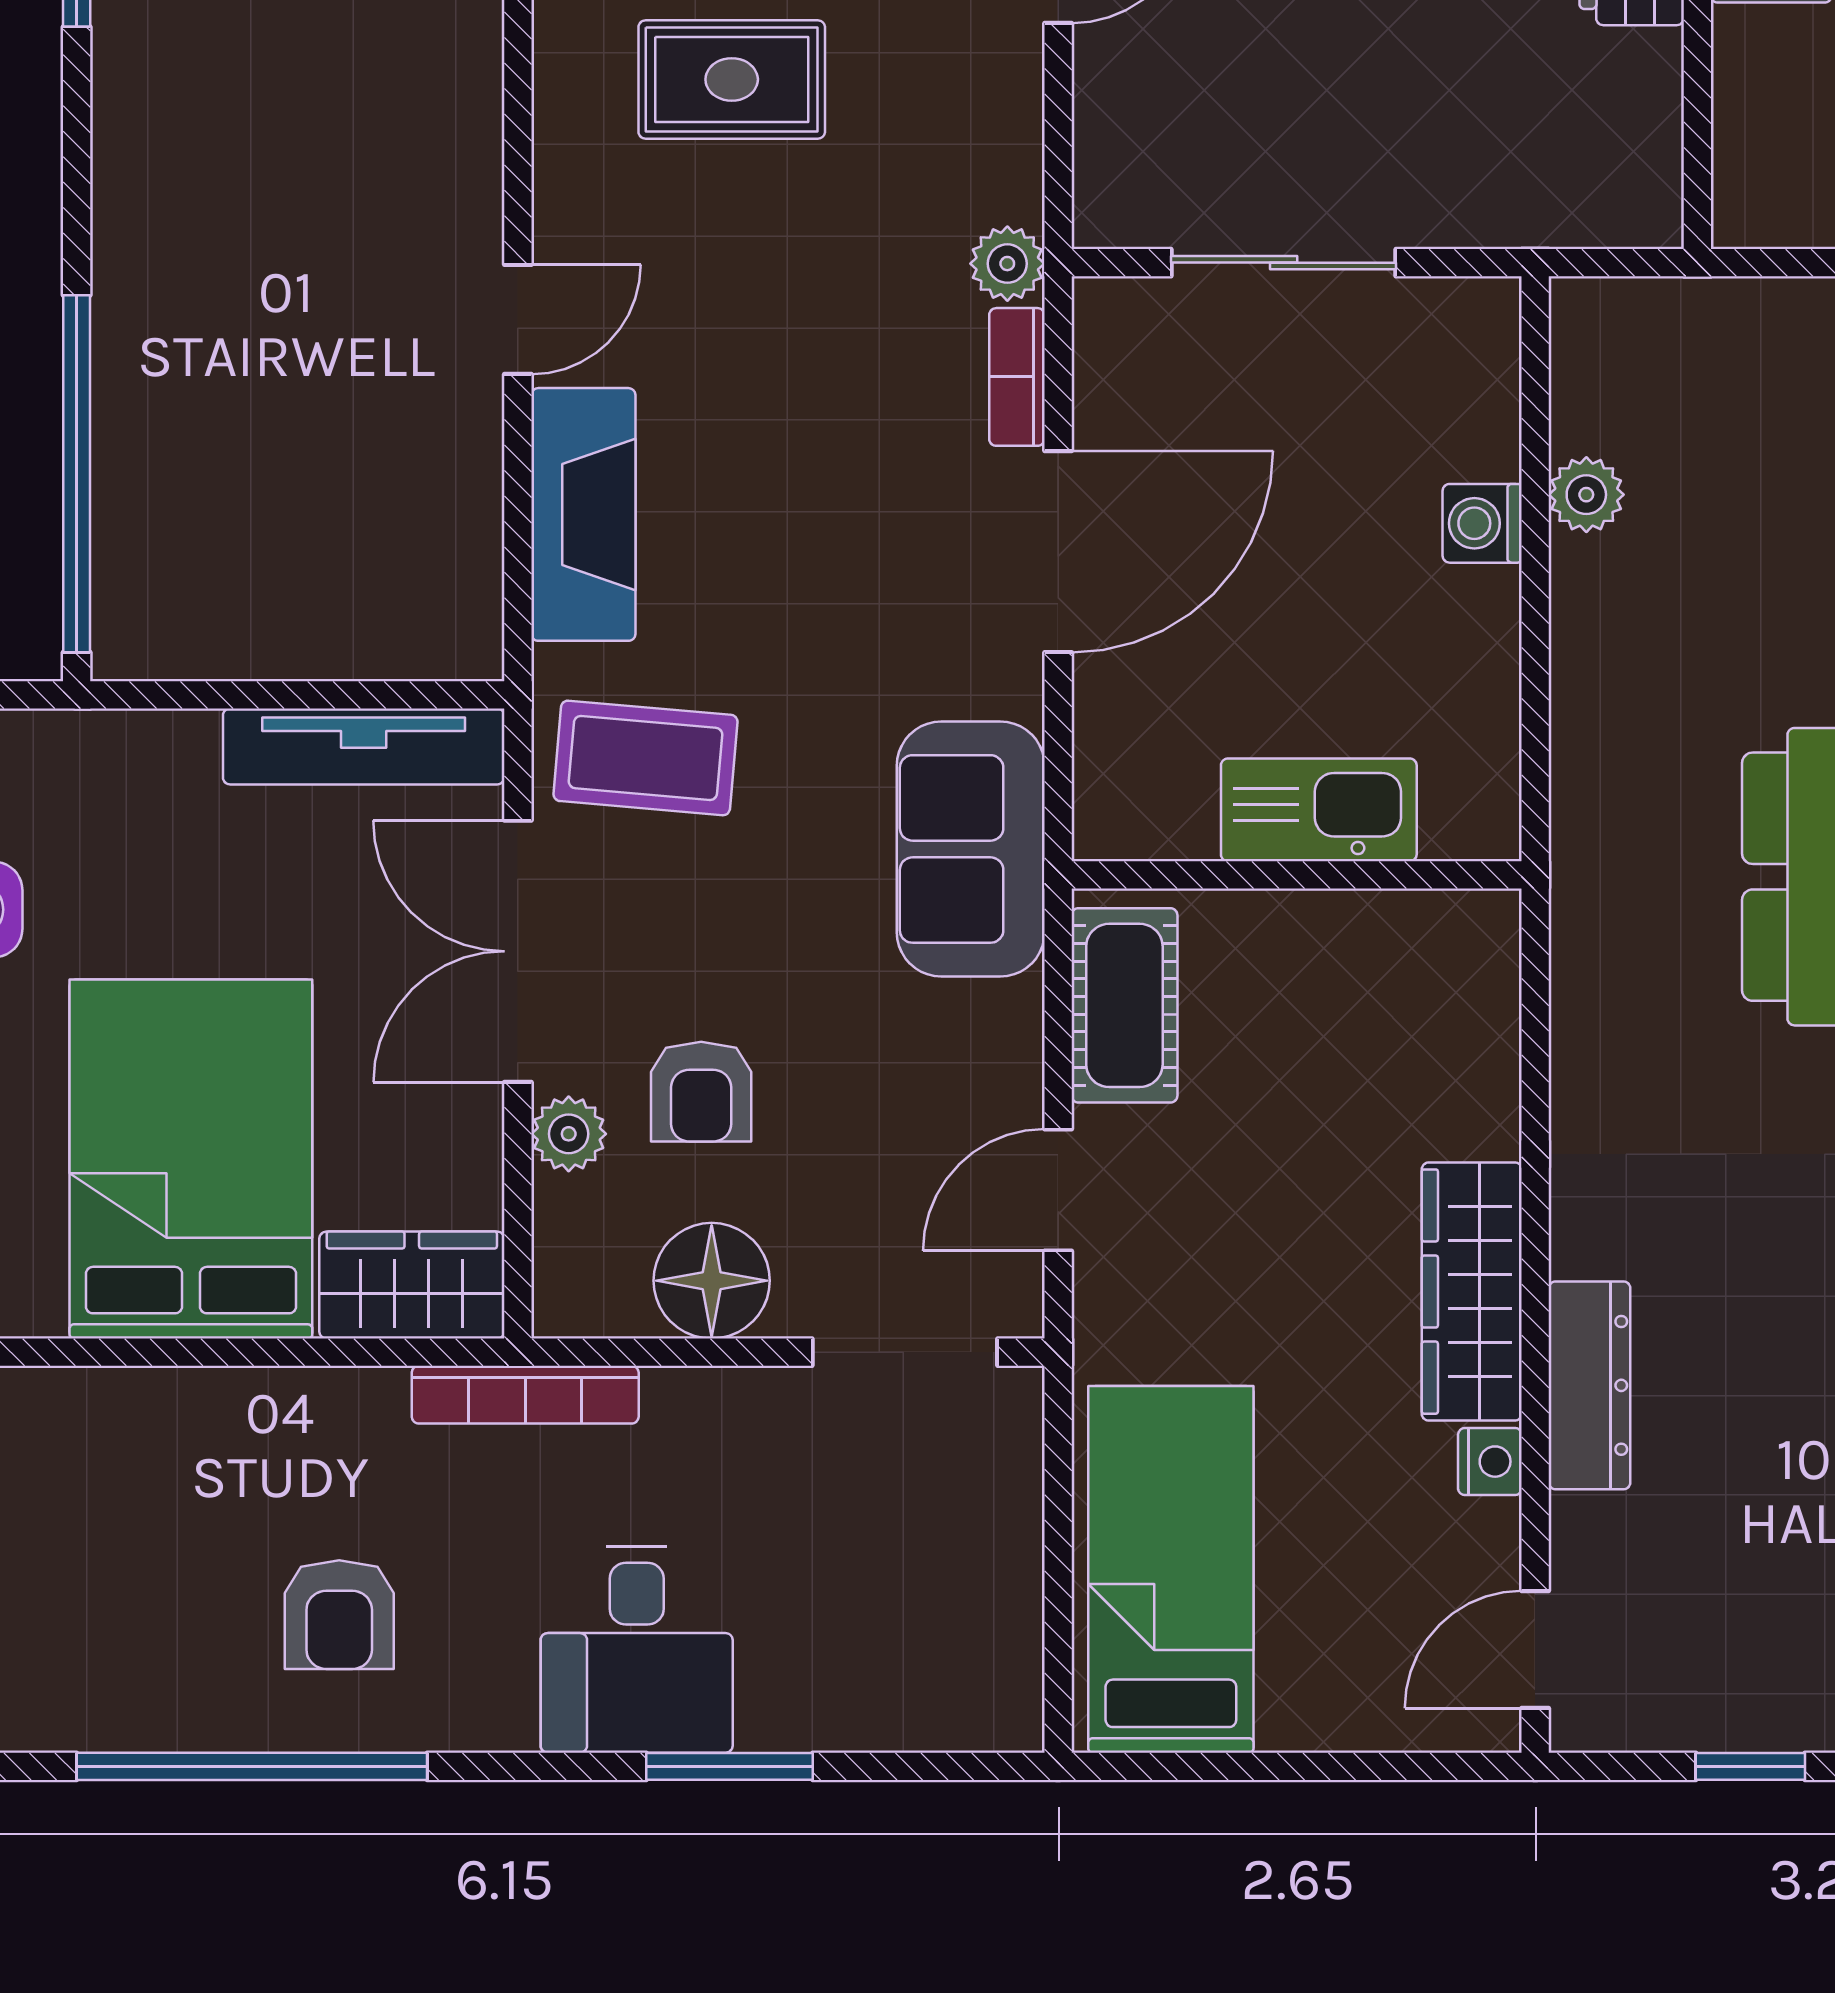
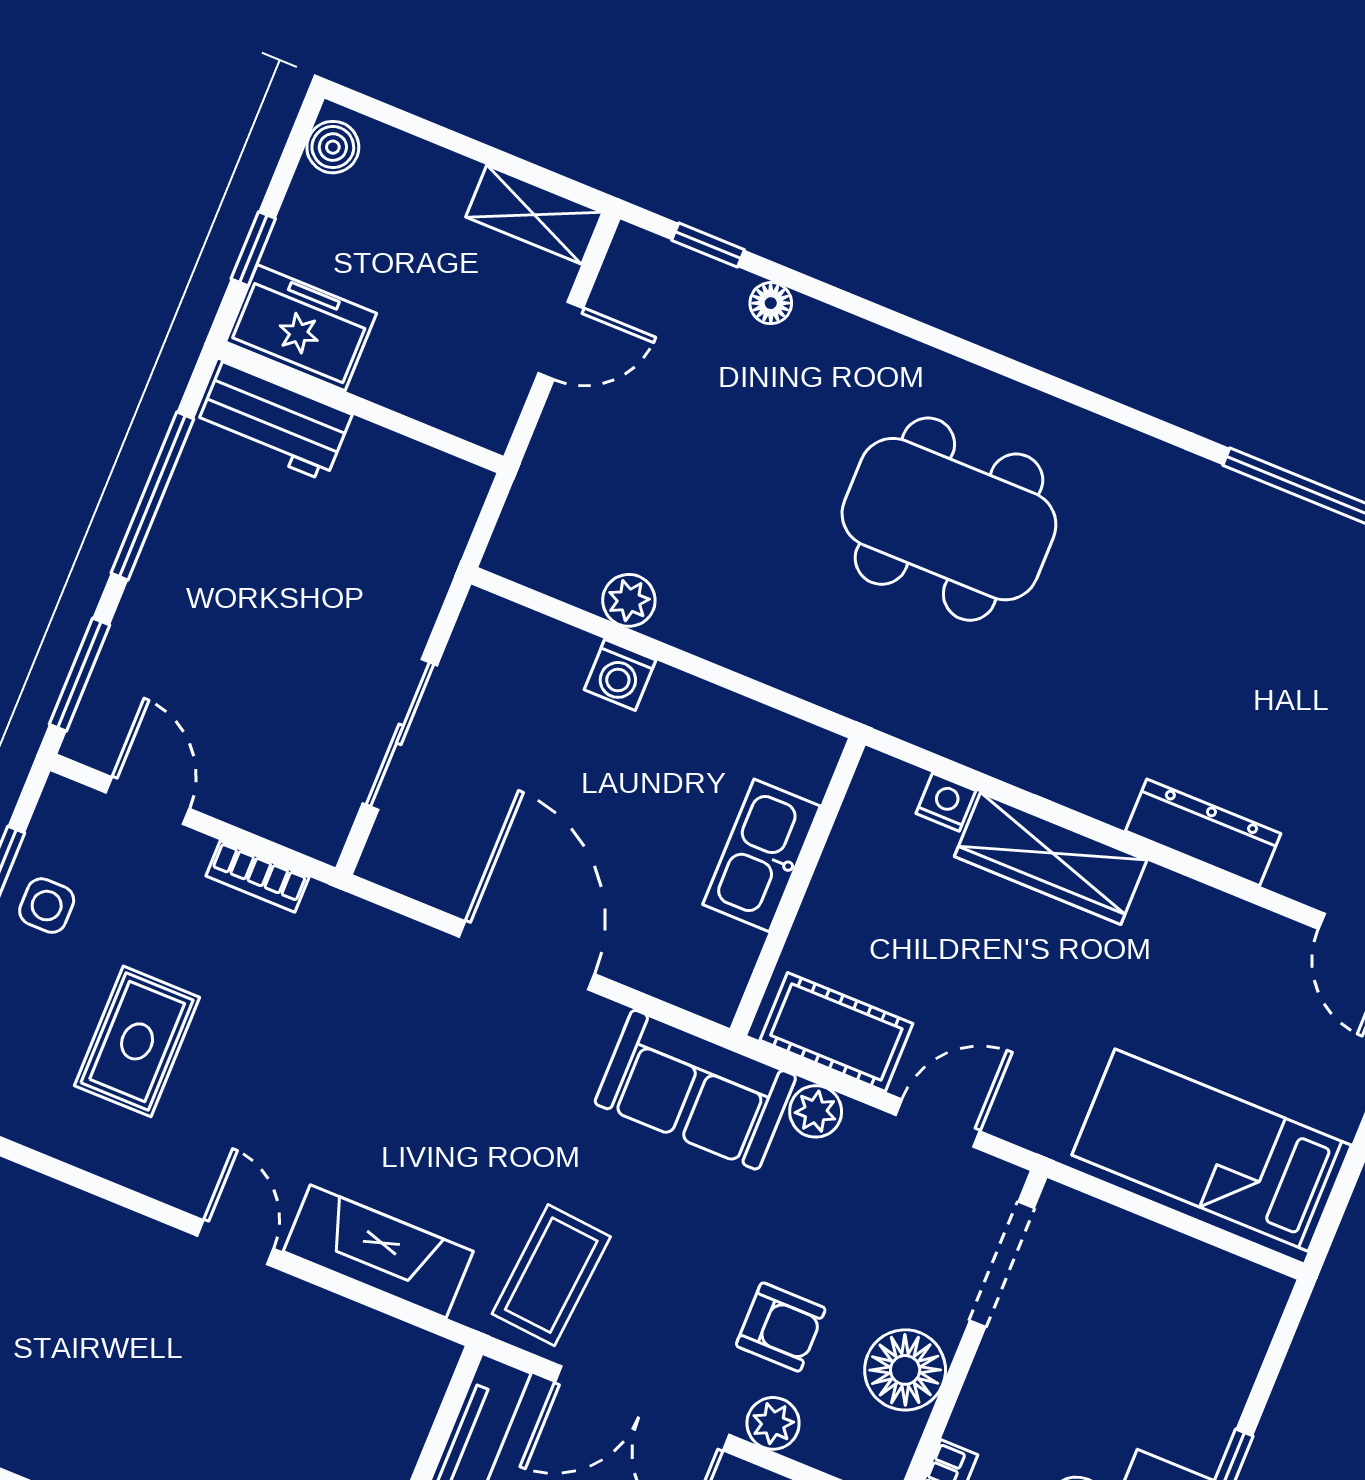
plant: (1007, 264) -> (816, 1111), moved
bookcase: (1017, 377) -> (258, 876), moved
door: (1058, 1190) -> (938, 1123), swing flipped
wardrobe: (1472, 1292) -> (1051, 858), moved
nightstand: (1490, 1462) -> (946, 802), moved

